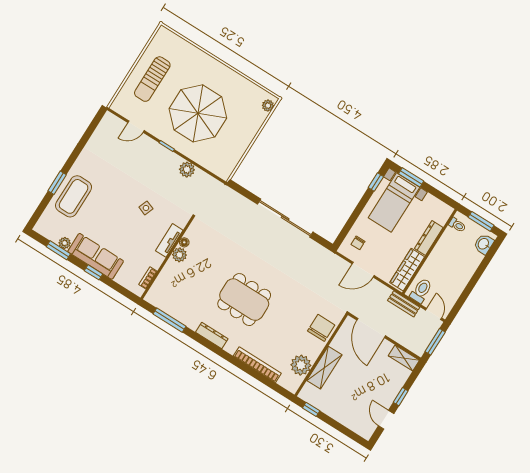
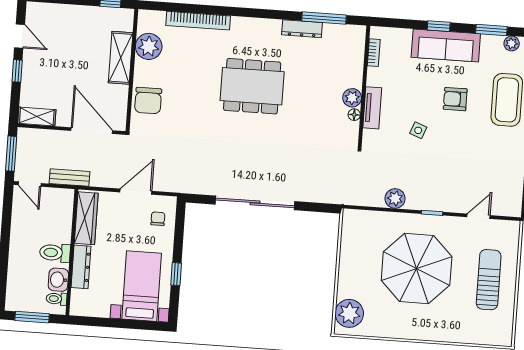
plant: (268, 106) -> (349, 313), width x1.88, depth x1.88
window: (411, 177) -> (137, 325), removed
window: (376, 182) -> (176, 274), moved
armchair: (109, 216) -> (455, 99), added
plant: (65, 243) -> (512, 43), moved
washbasin: (484, 244) -> (58, 280), moved, turned 180
toilet: (421, 291) -> (55, 253), moved, turned 90
dresser: (212, 336) -> (302, 29), moved

